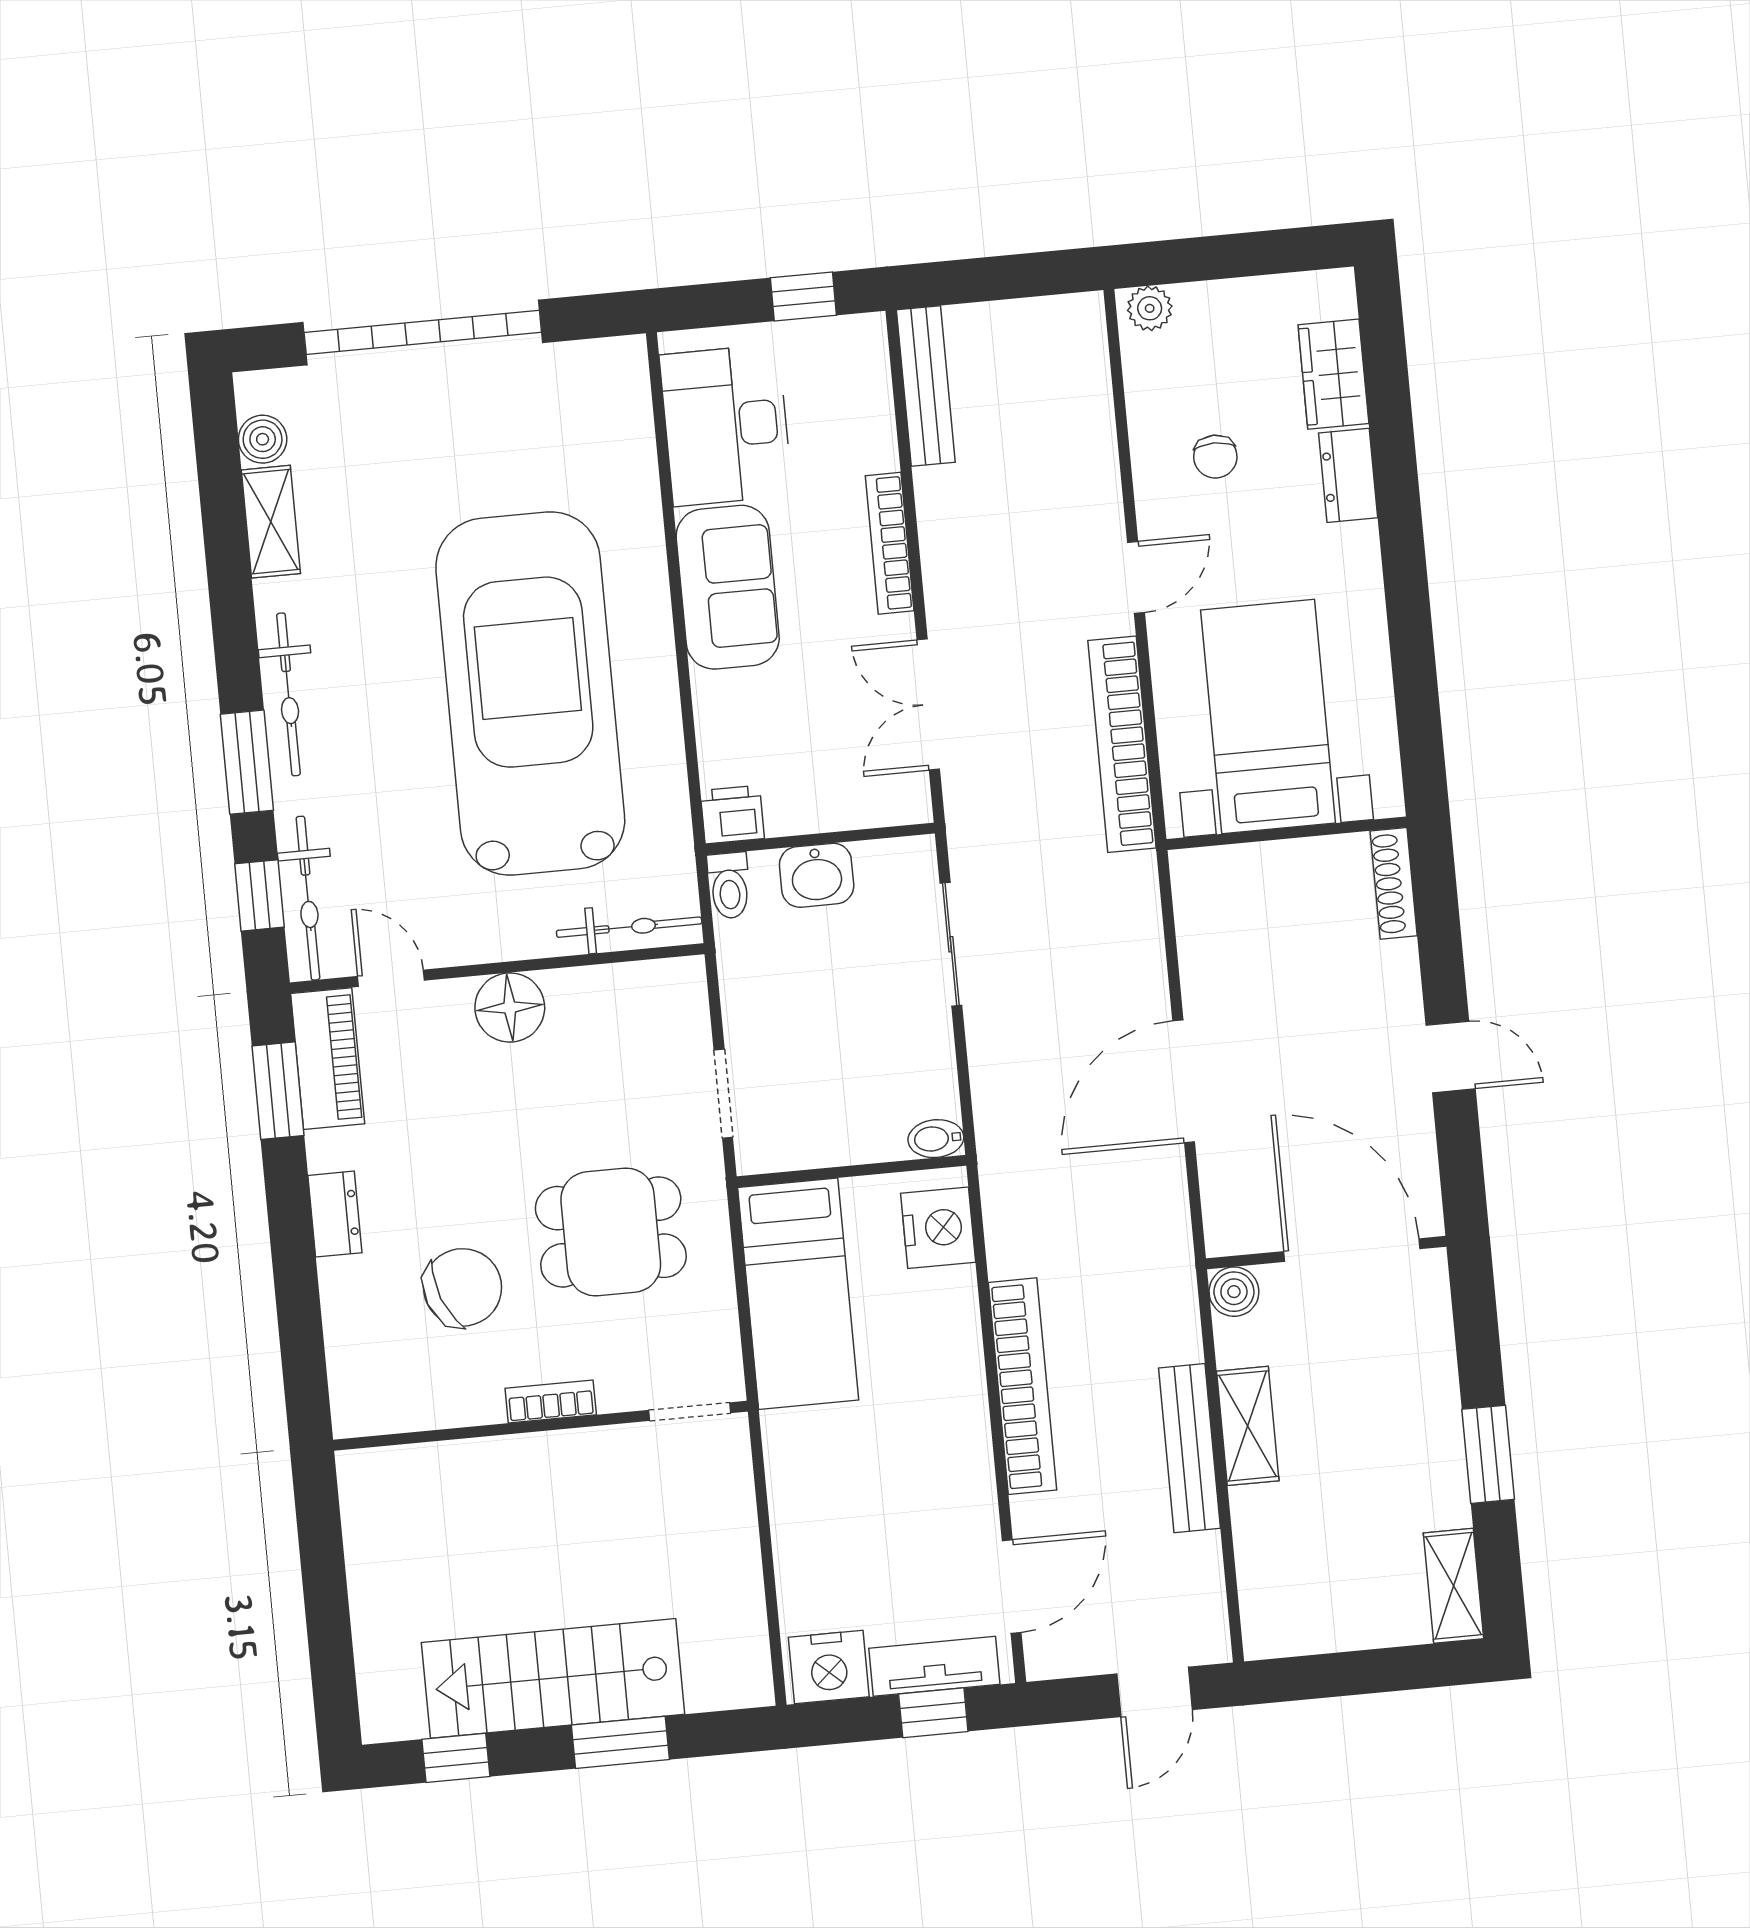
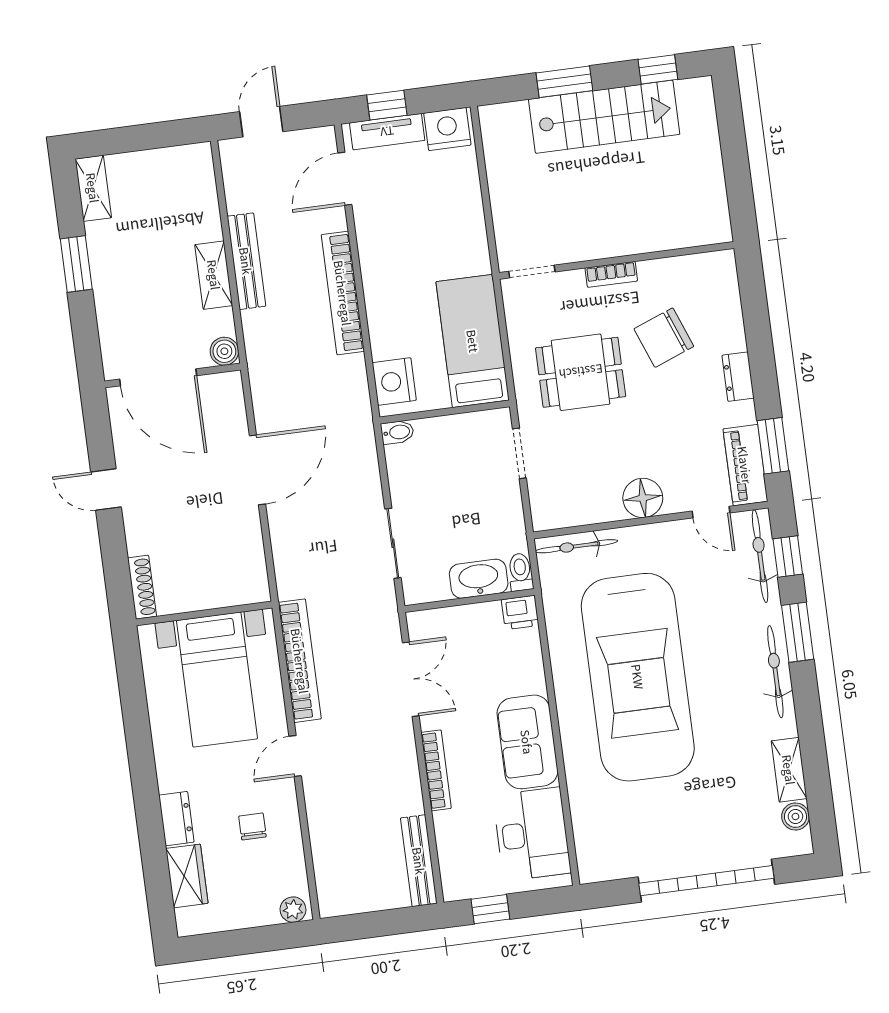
washbasin: (817, 875) -> (479, 579), width x1.38

